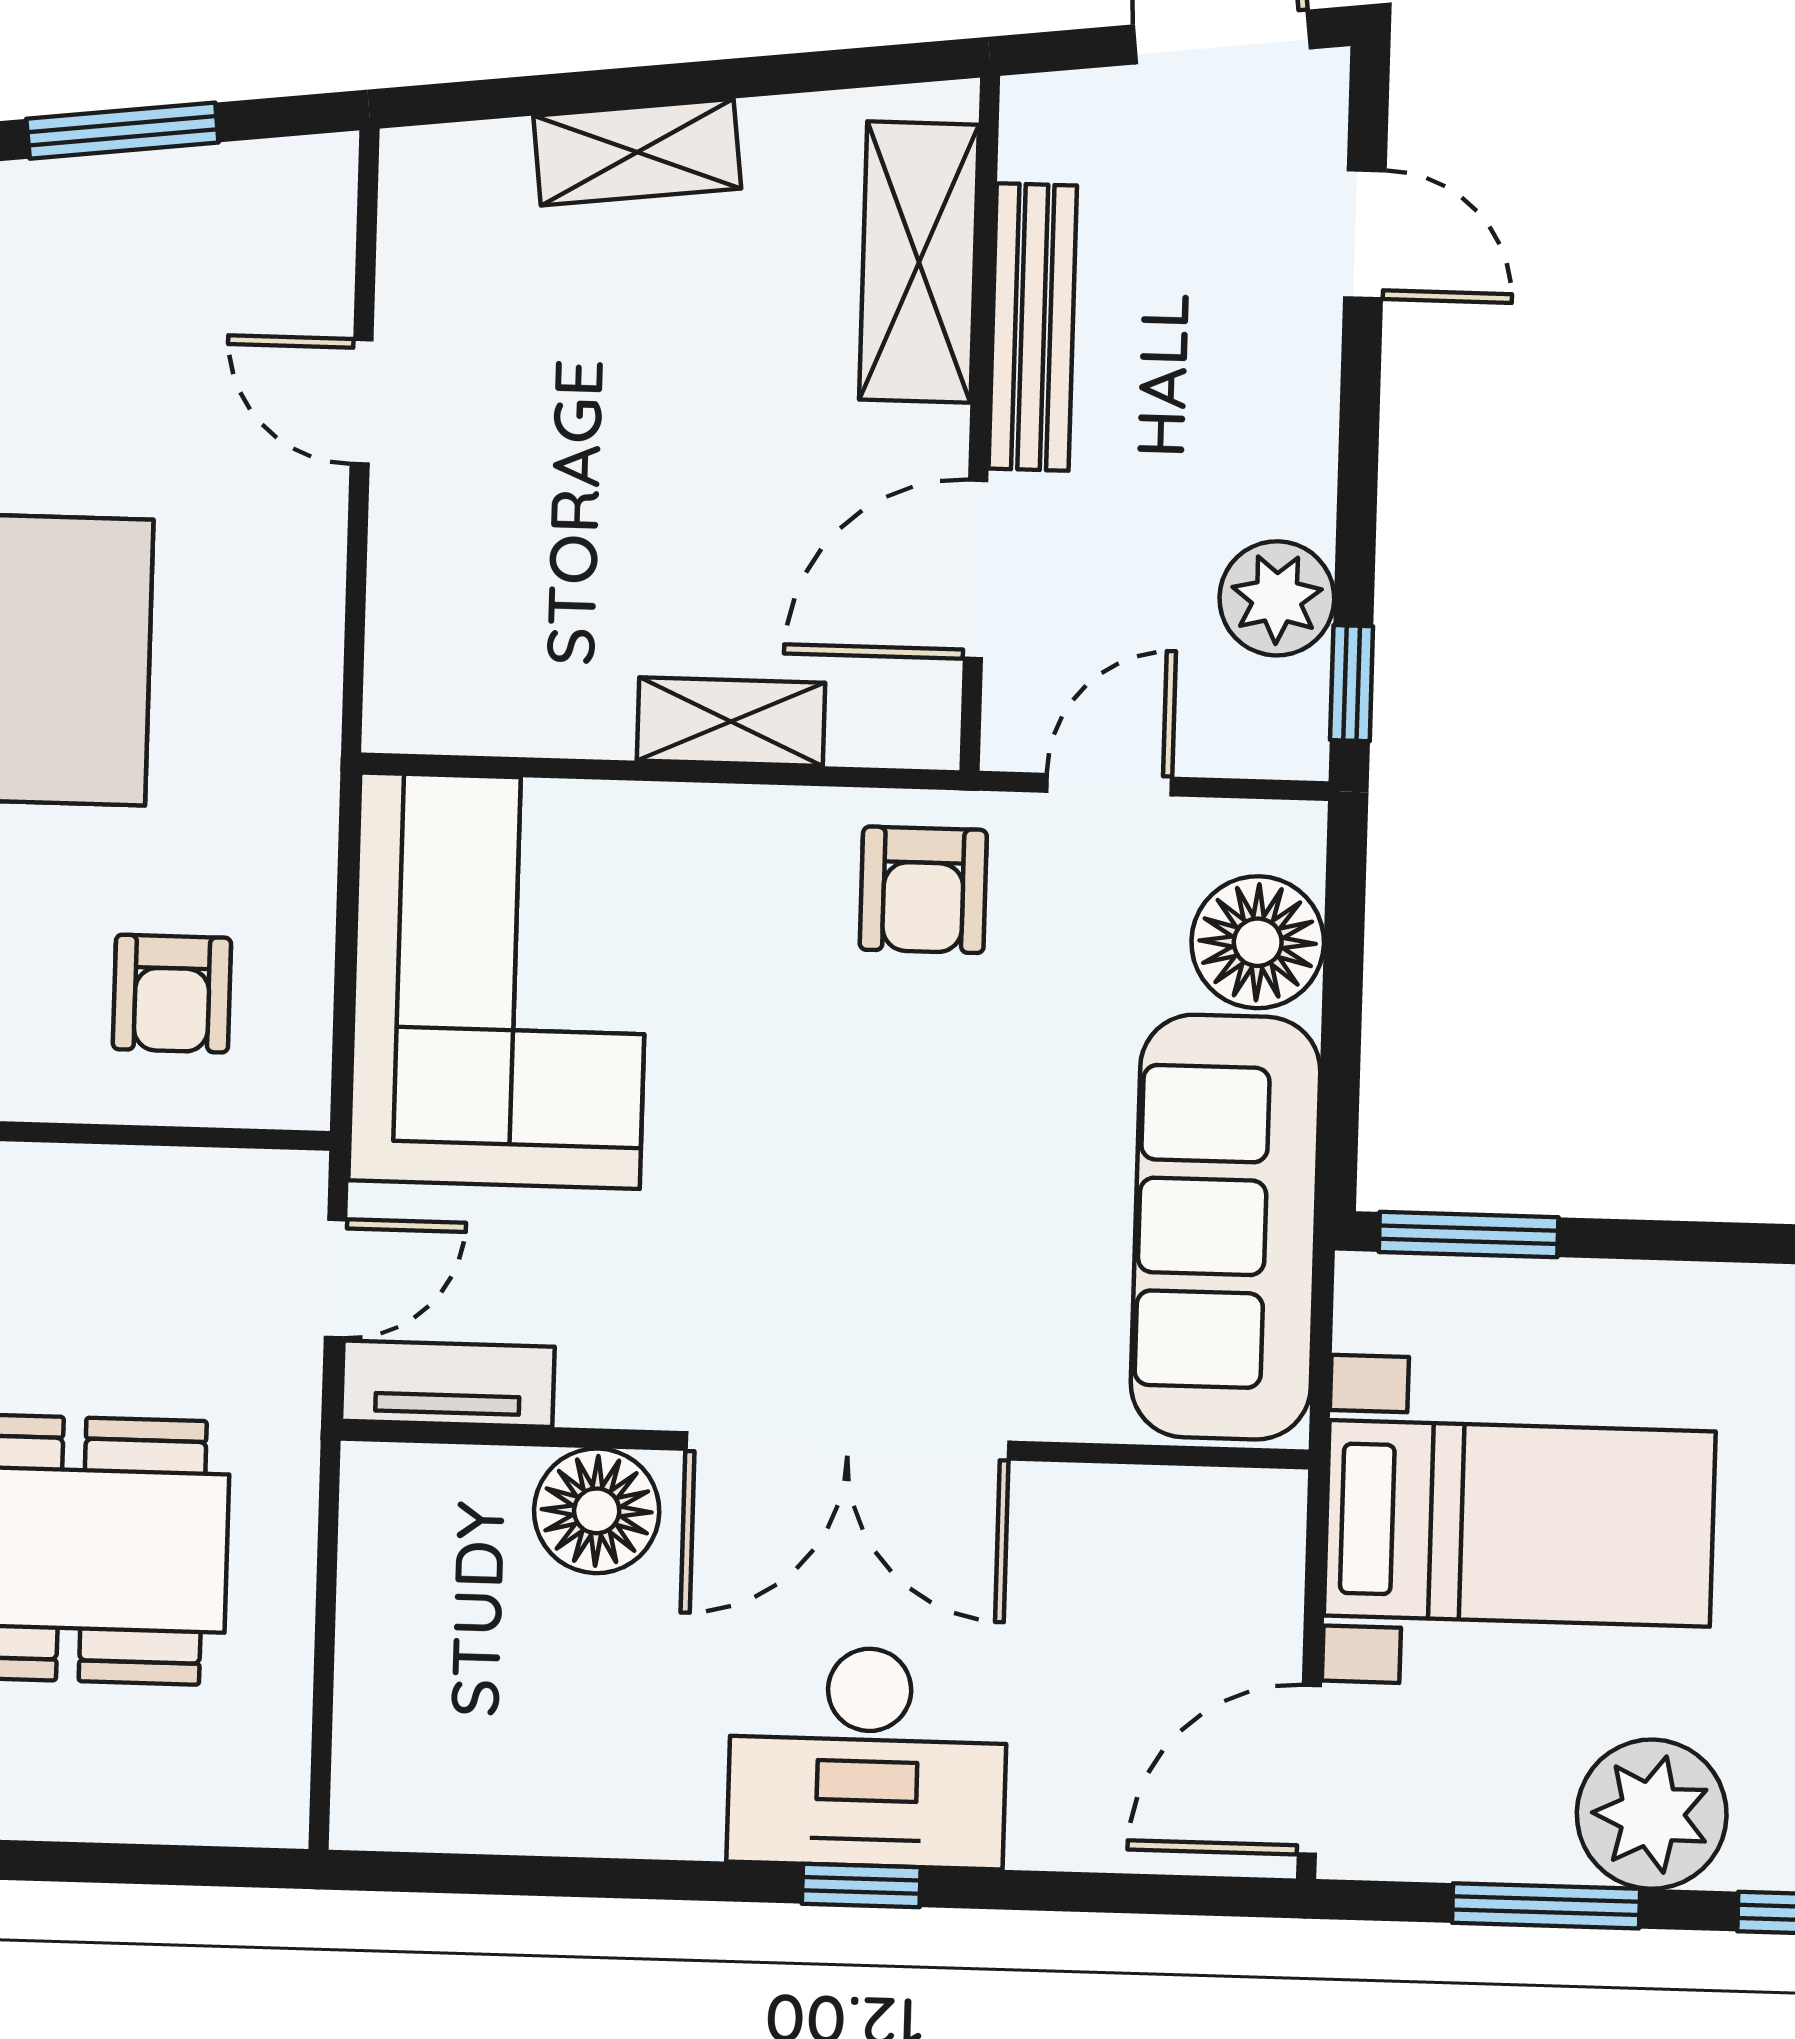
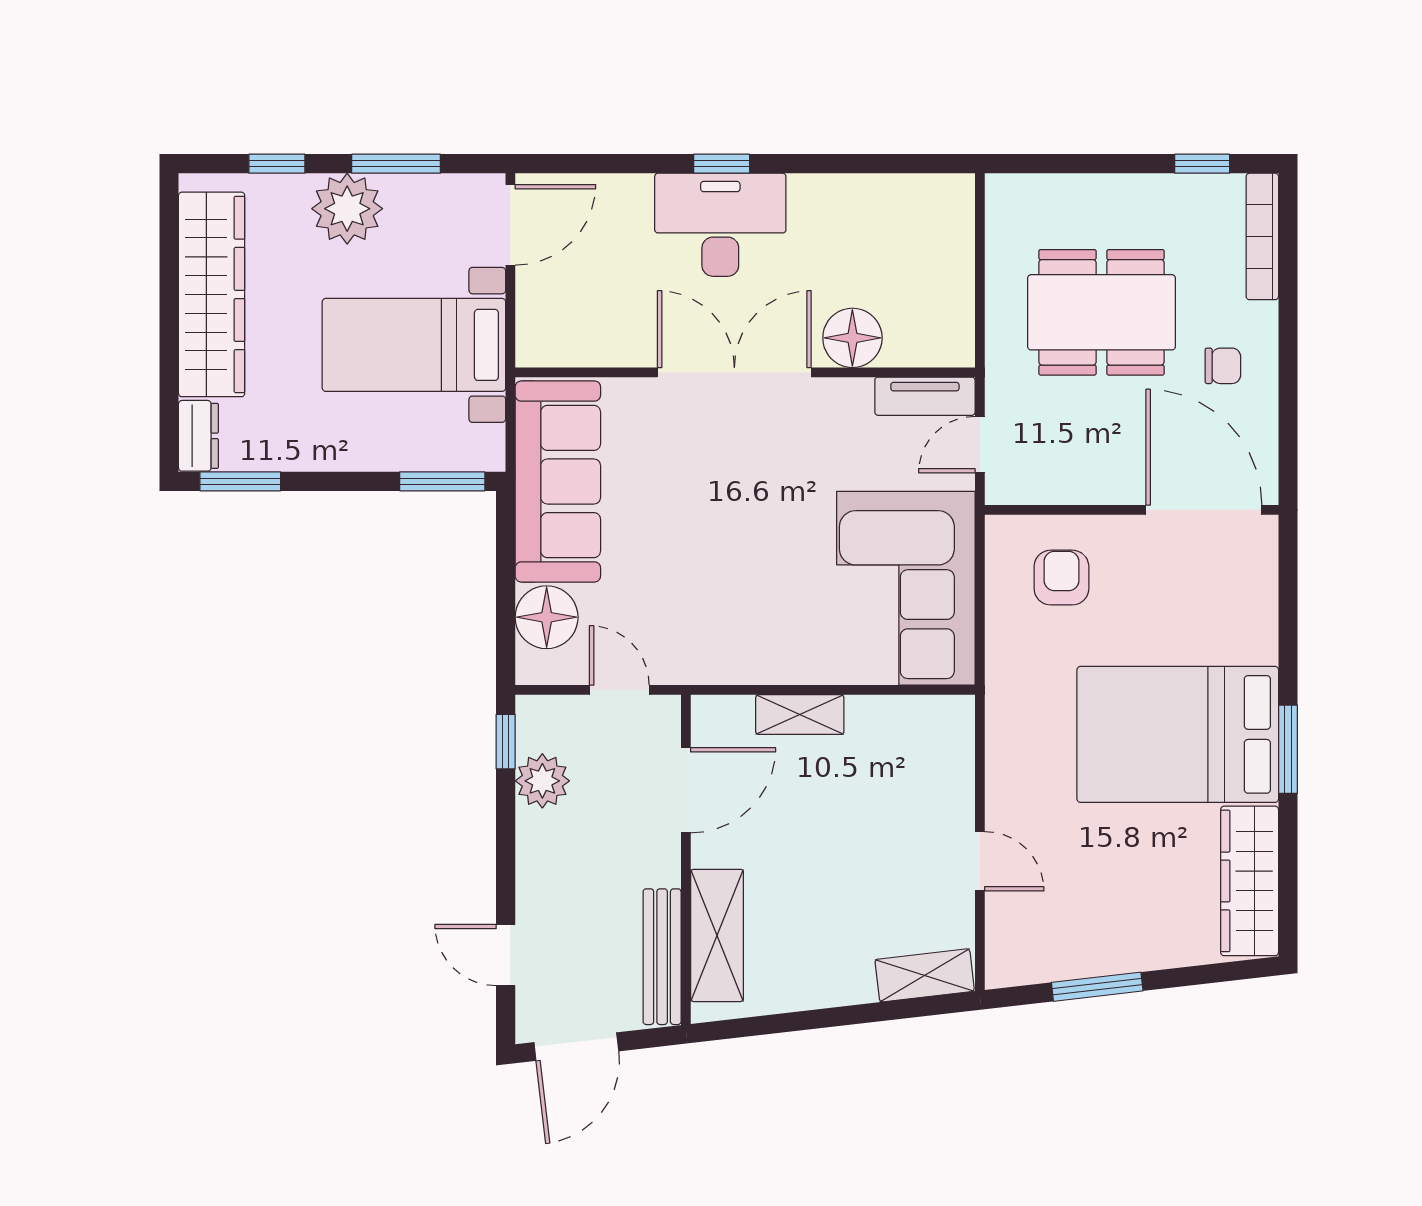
shelving: (637, 152) -> (925, 975), moved
bench: (1033, 327) -> (662, 957), moved
door: (1109, 785) -> (619, 690), swing flipped
armchair: (923, 890) -> (706, 637), removed

